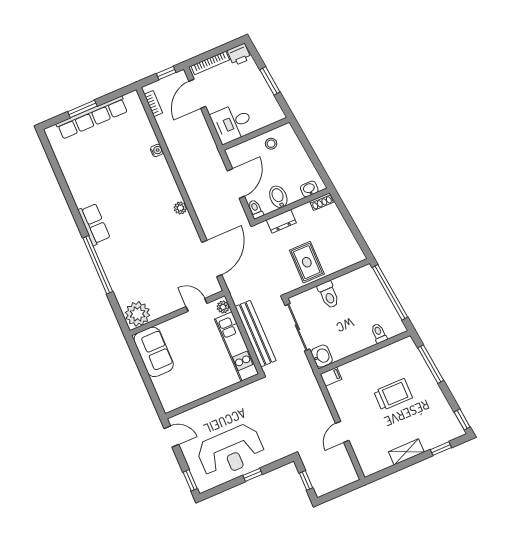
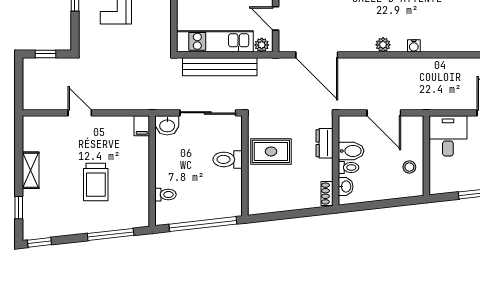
water cooler: (157, 150) -> (414, 46), moved
toilet: (255, 209) -> (348, 167), moved
door: (197, 305) -> (276, 18), swing flipped

